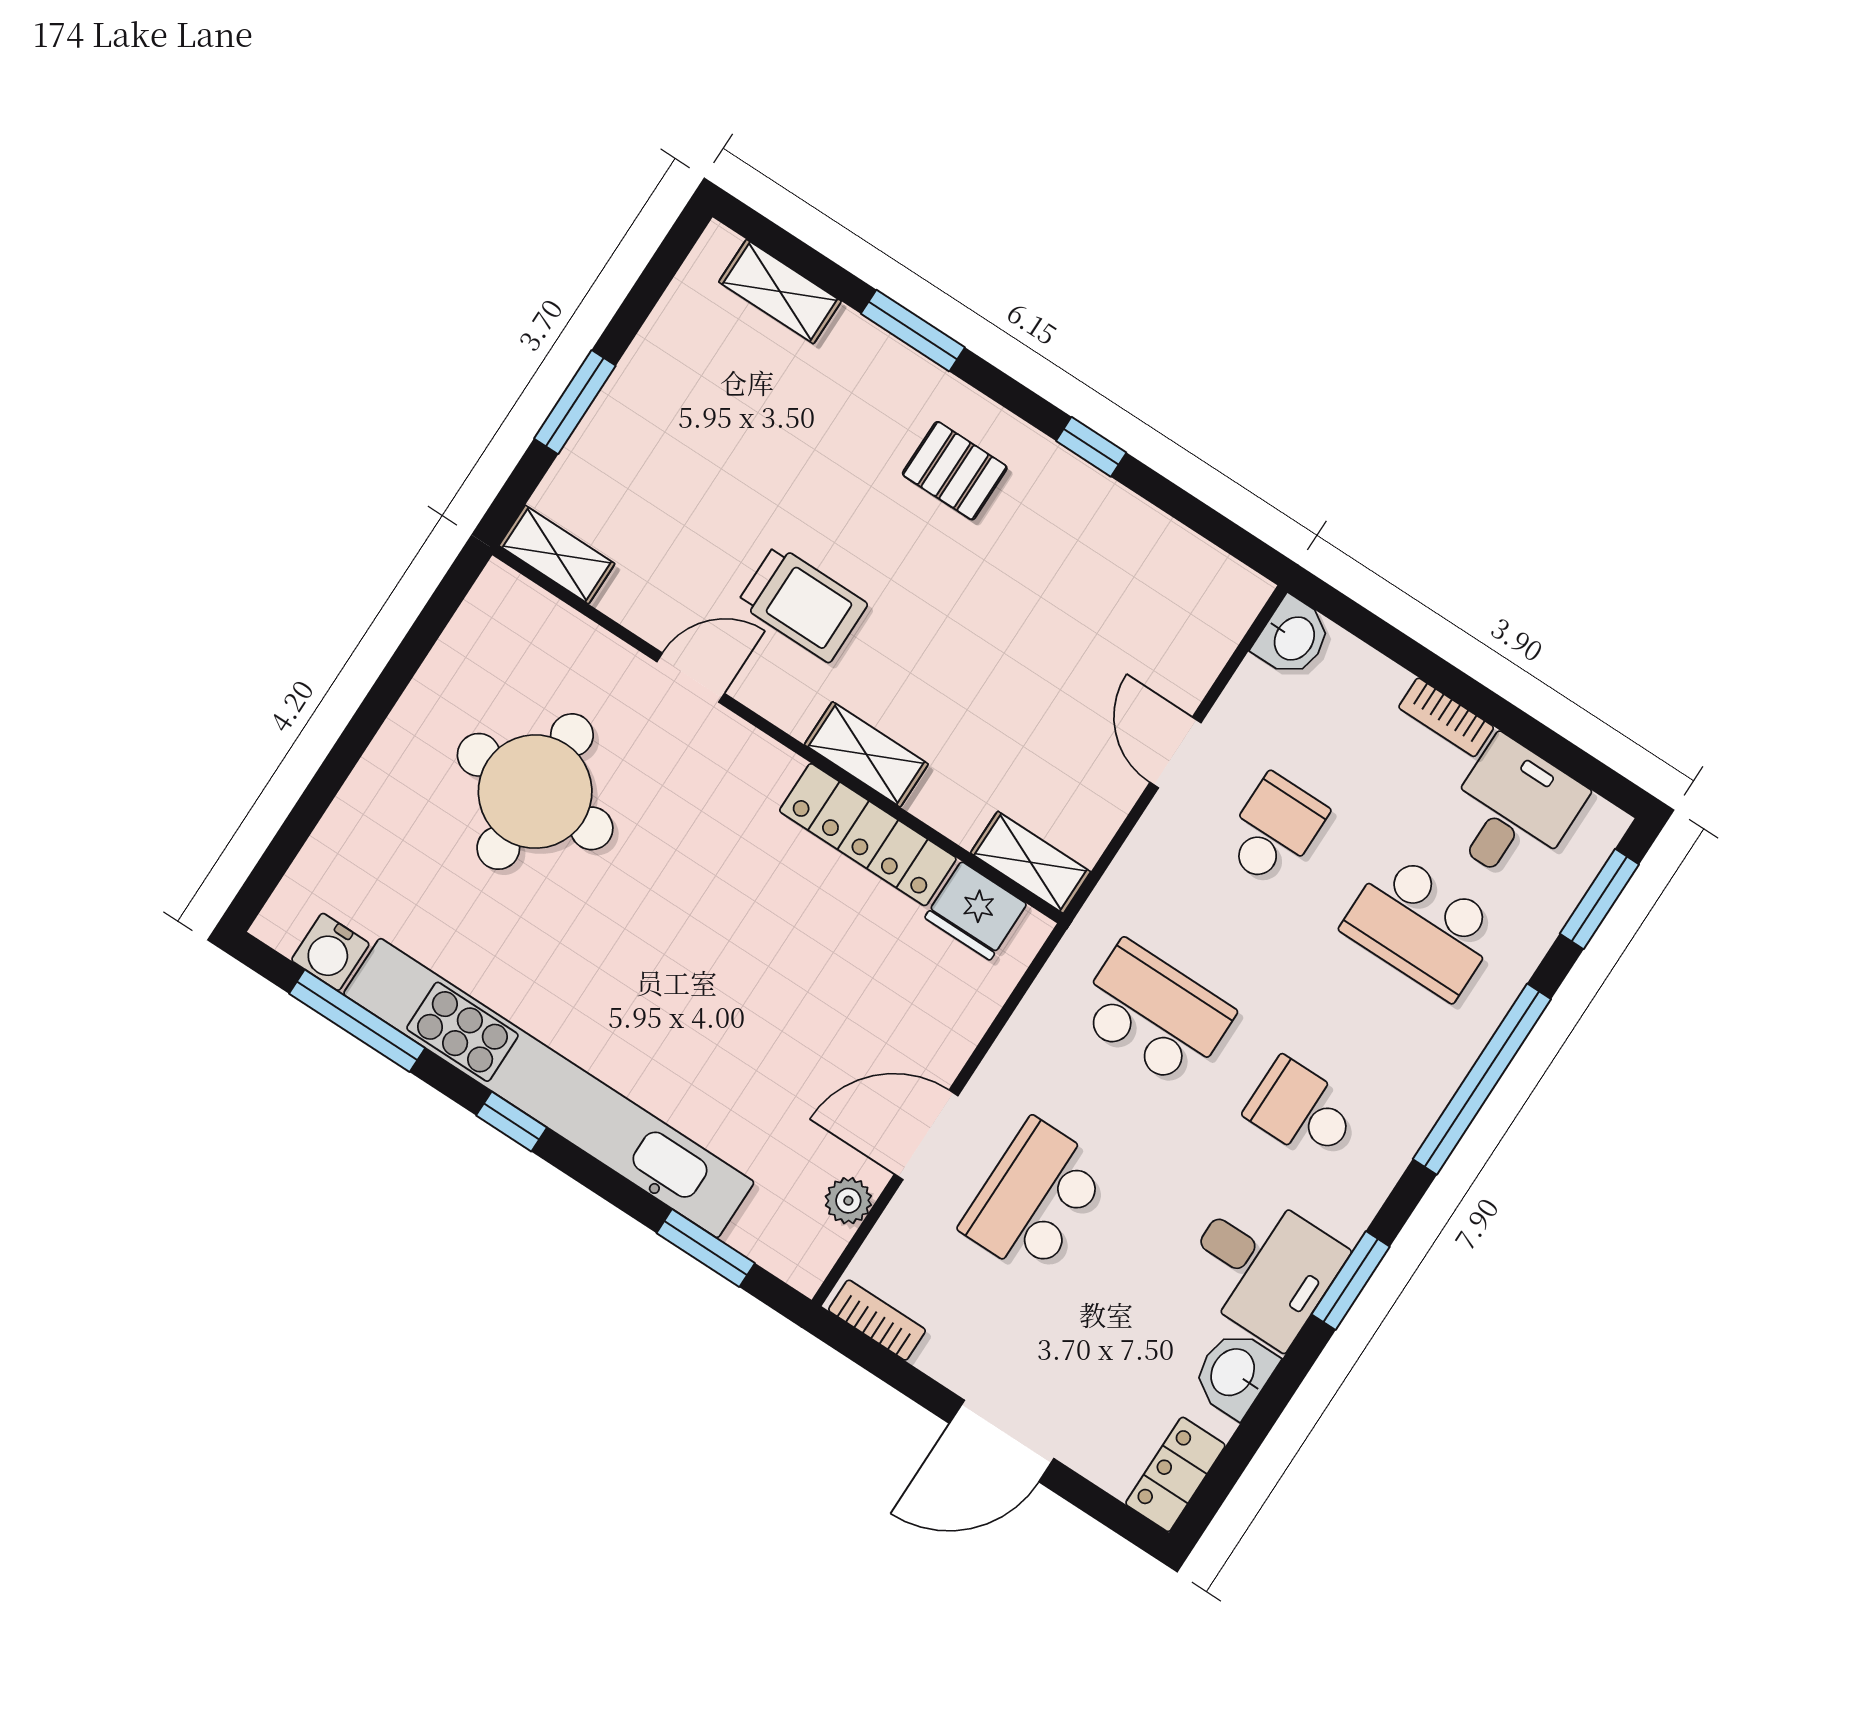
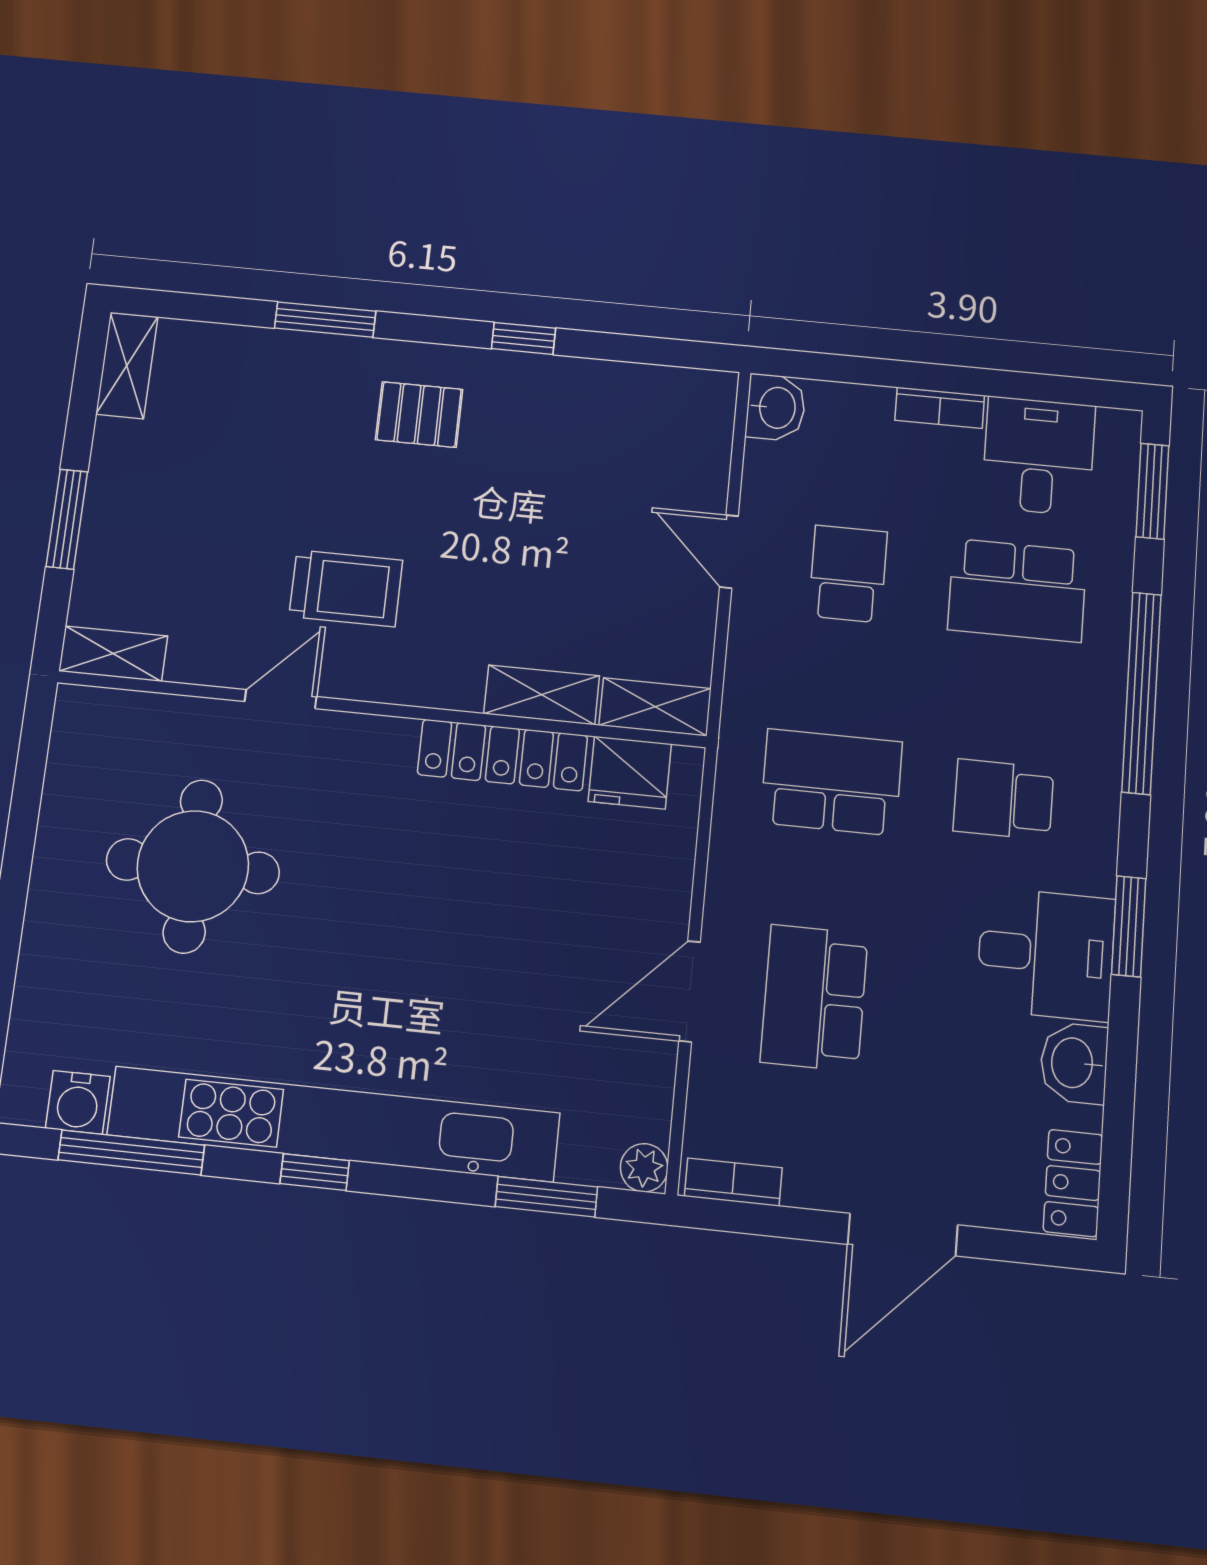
shelving: (780, 292) -> (127, 366), moved, turned 90
shelving: (866, 754) -> (542, 695), moved
plant: (848, 1201) -> (644, 1168), moved

